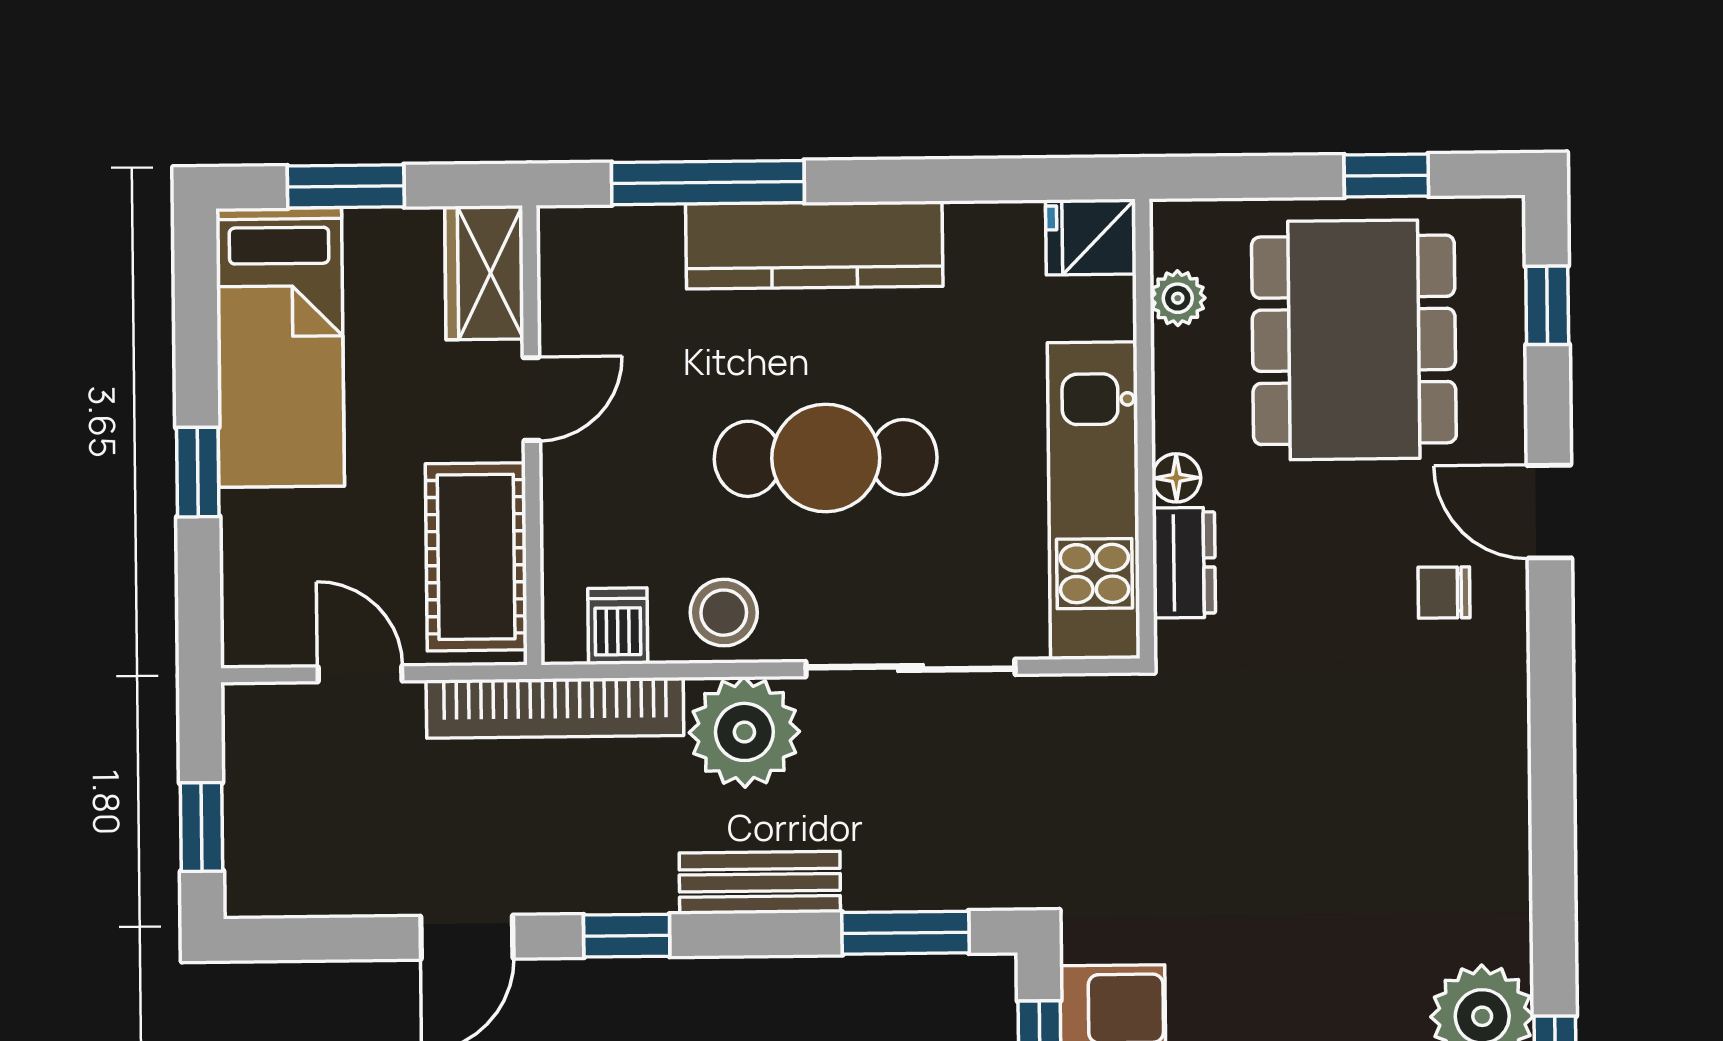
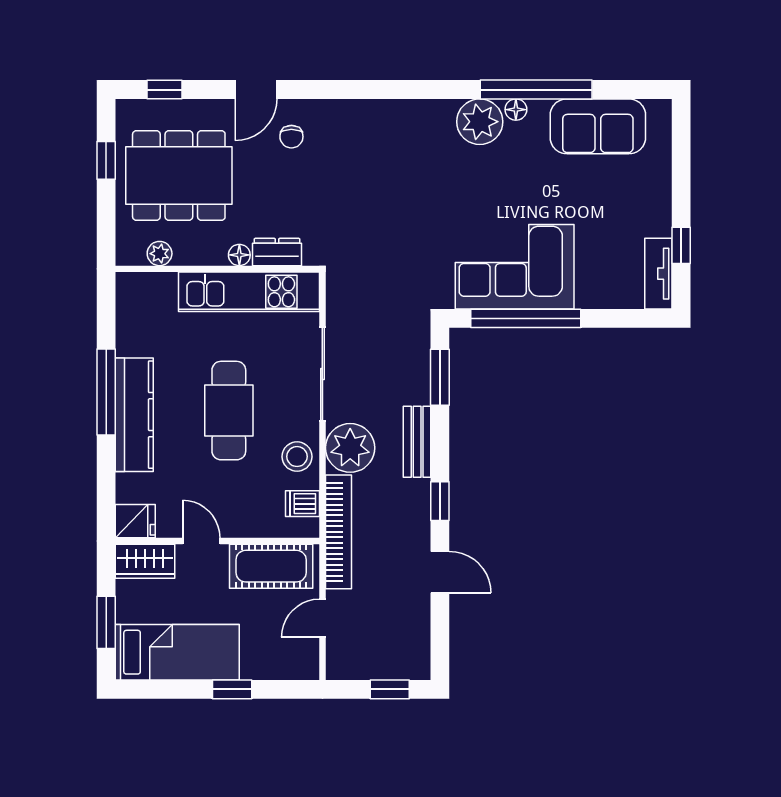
window: (708, 183) -> (106, 392), moved
fridge: (1091, 237) -> (135, 521), moved, turned -90

